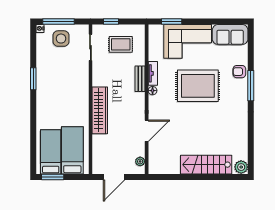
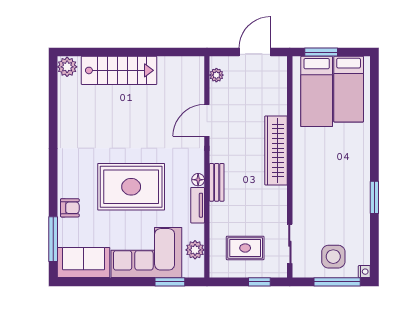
plant: (155, 43) -> (195, 250), added
bench: (140, 79) -> (217, 182), moved
window: (251, 86) -> (53, 239), moved
window: (53, 177) -> (321, 52), moved

